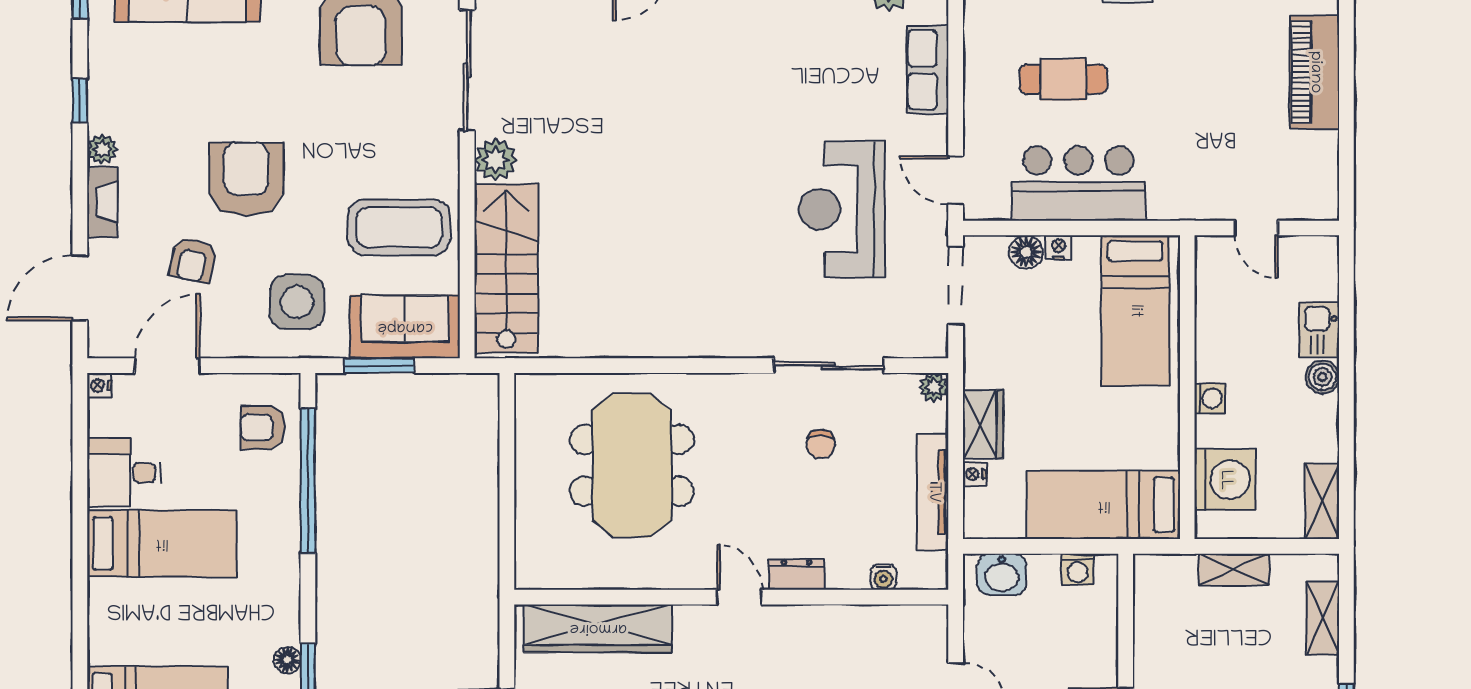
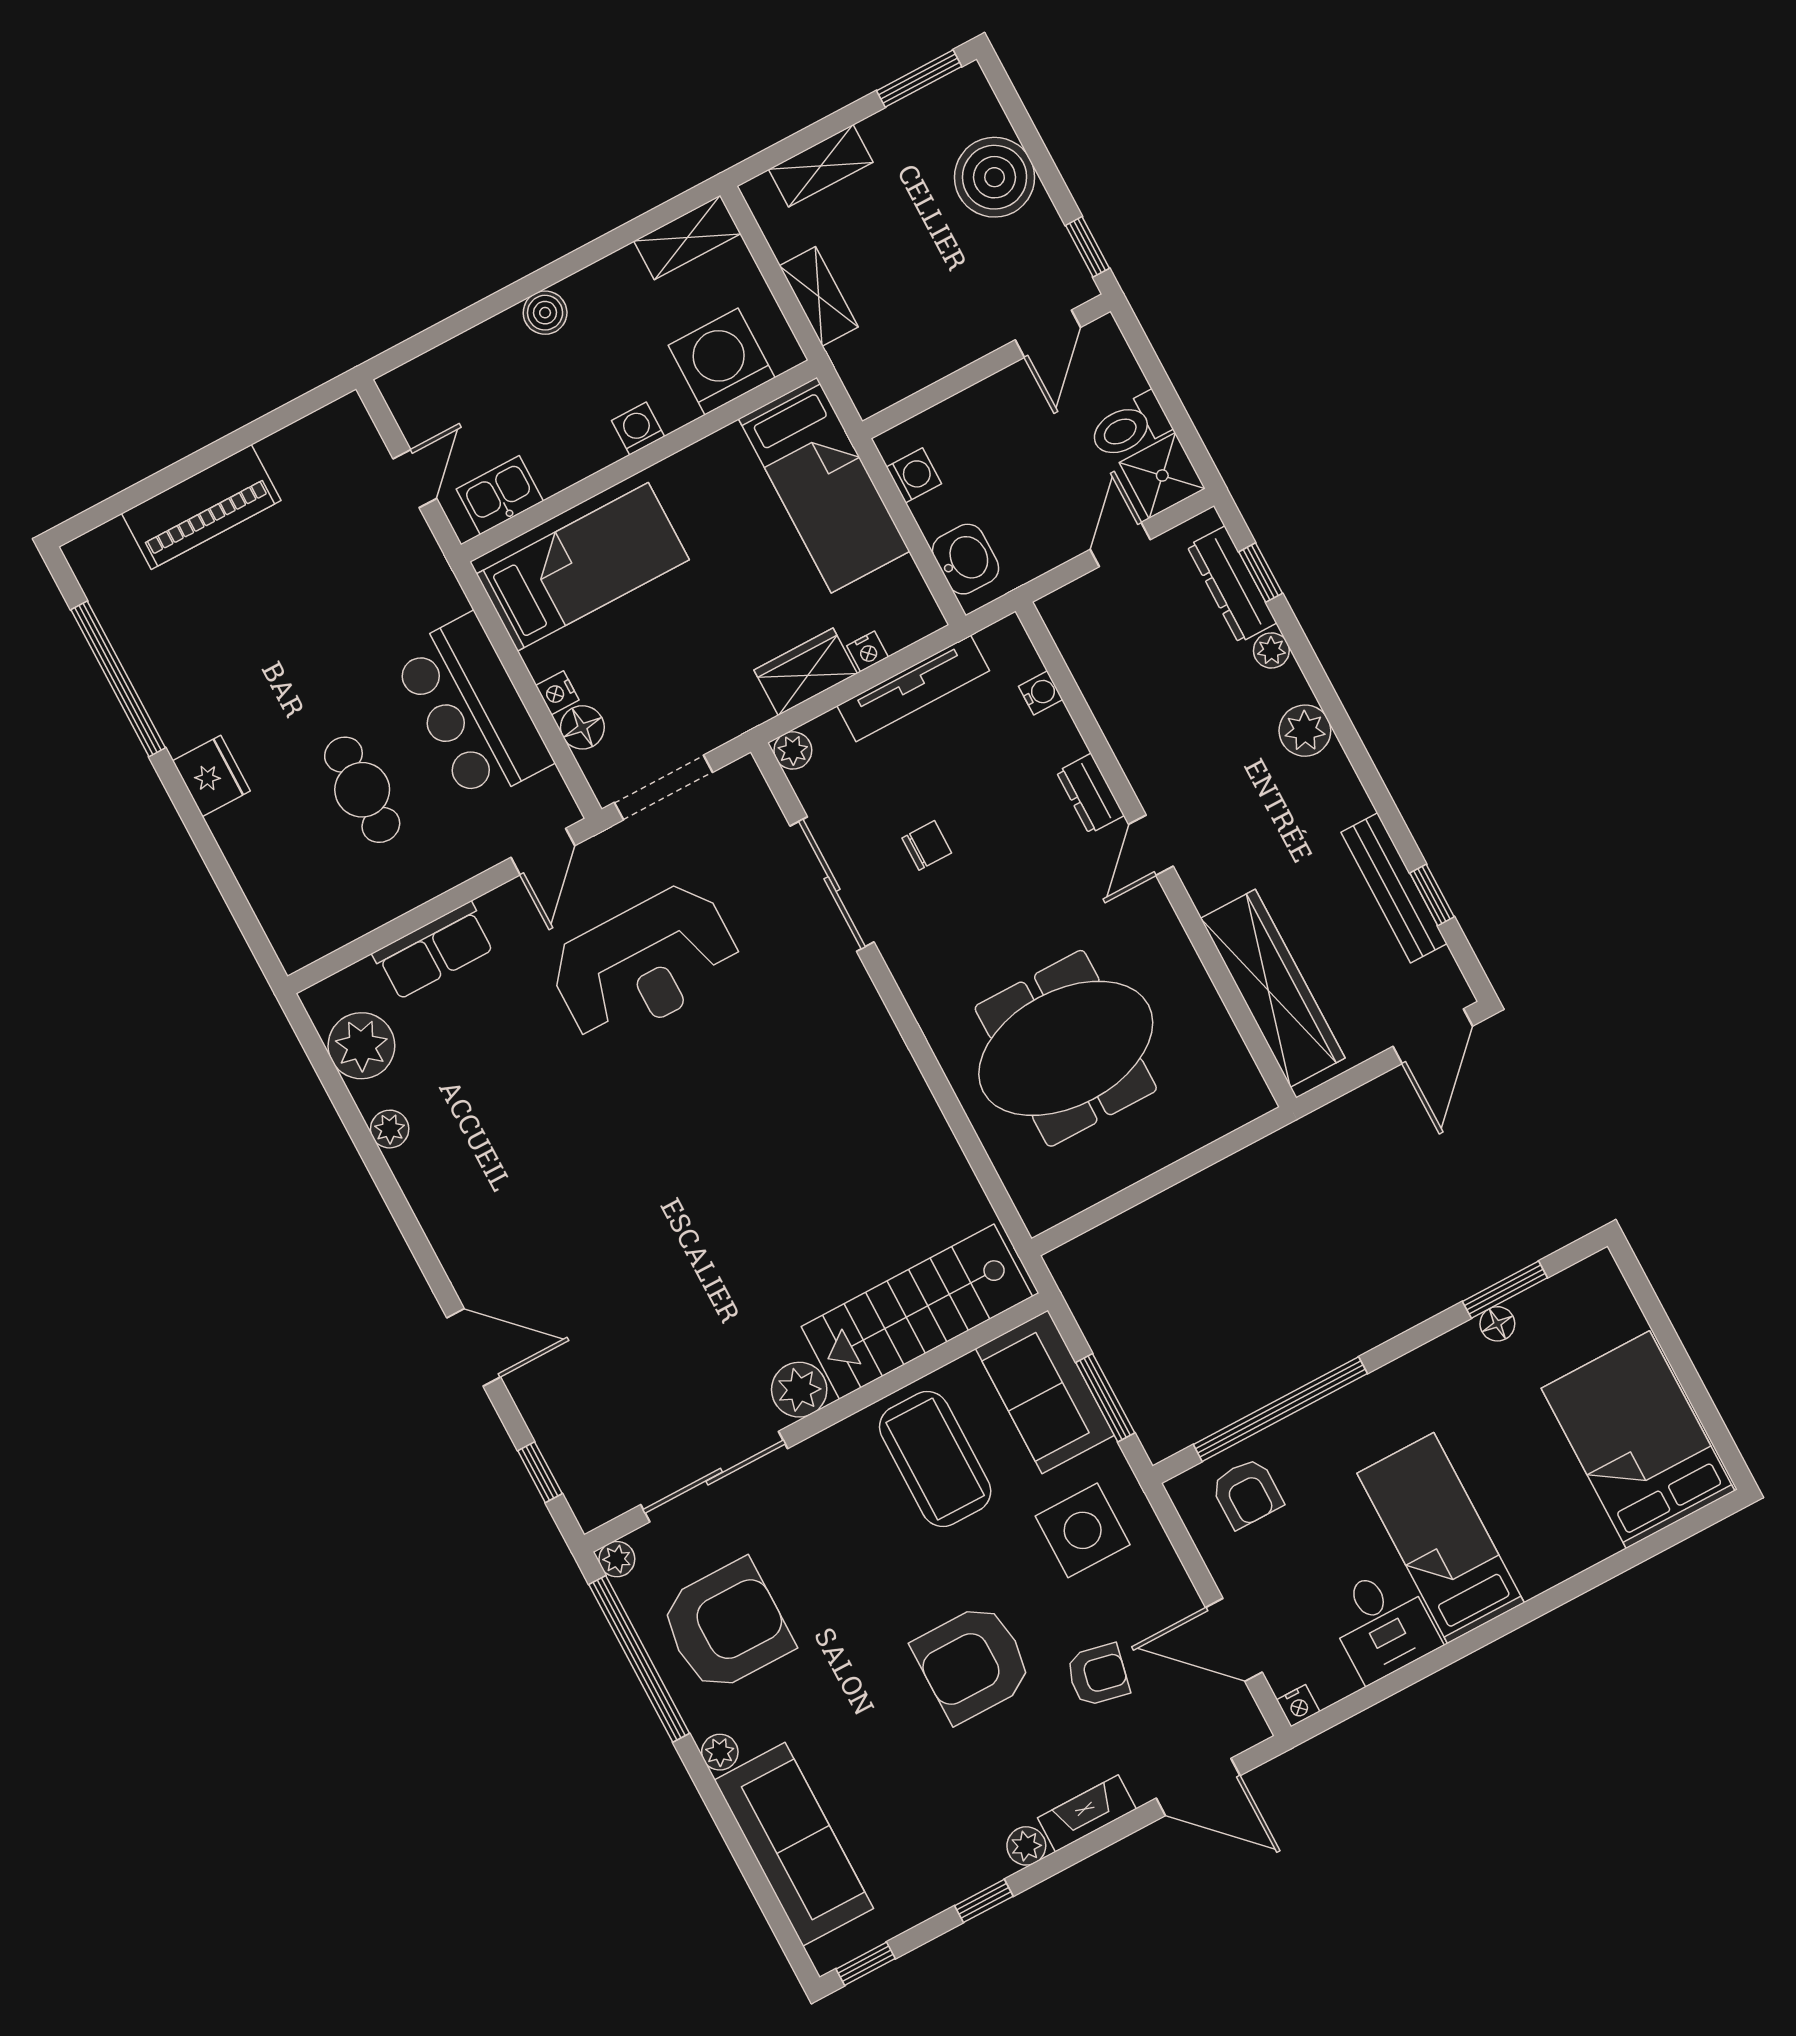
kitchen sink: (1319, 330) -> (500, 495), moved, turned 180

